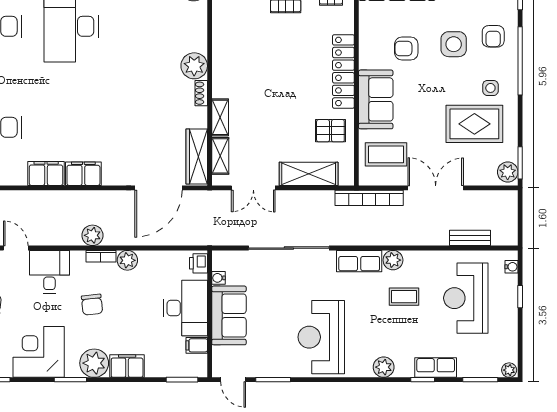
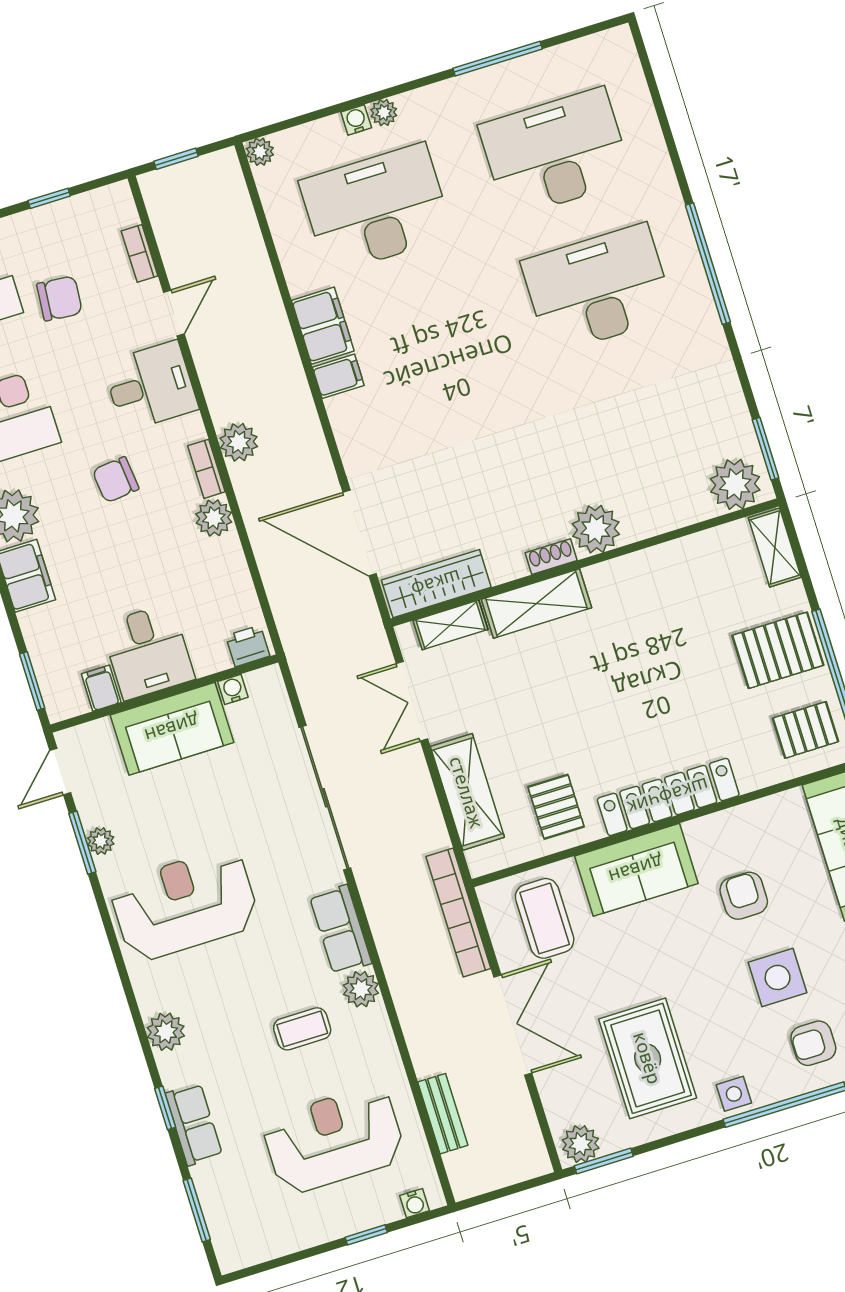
side table: (490, 88) -> (734, 1094), moved
shelving: (220, 117) -> (536, 603), width x1.50, depth x1.33
filing cabinet: (83, 174) -> (338, 376), width x0.50
coffee table: (404, 297) -> (302, 1029), turned 90
desk: (185, 308) -> (148, 652), width x0.73
plant: (509, 370) -> (101, 841), moved

